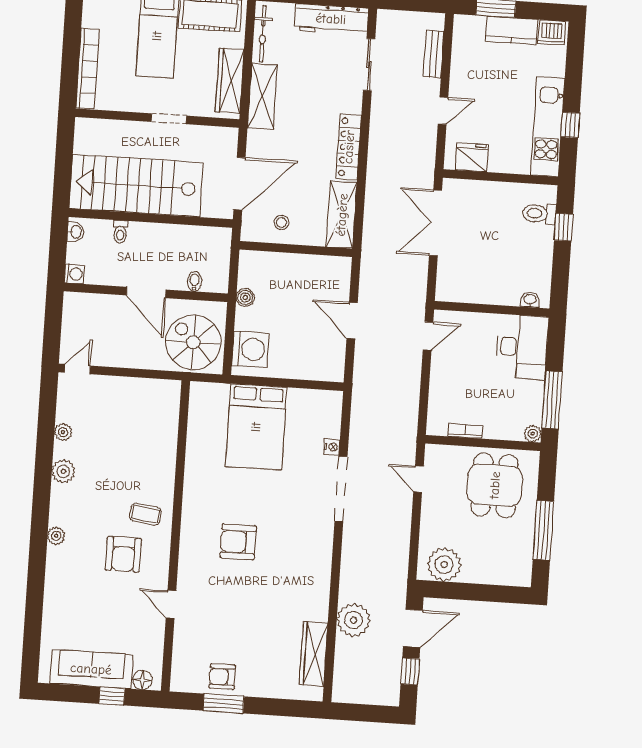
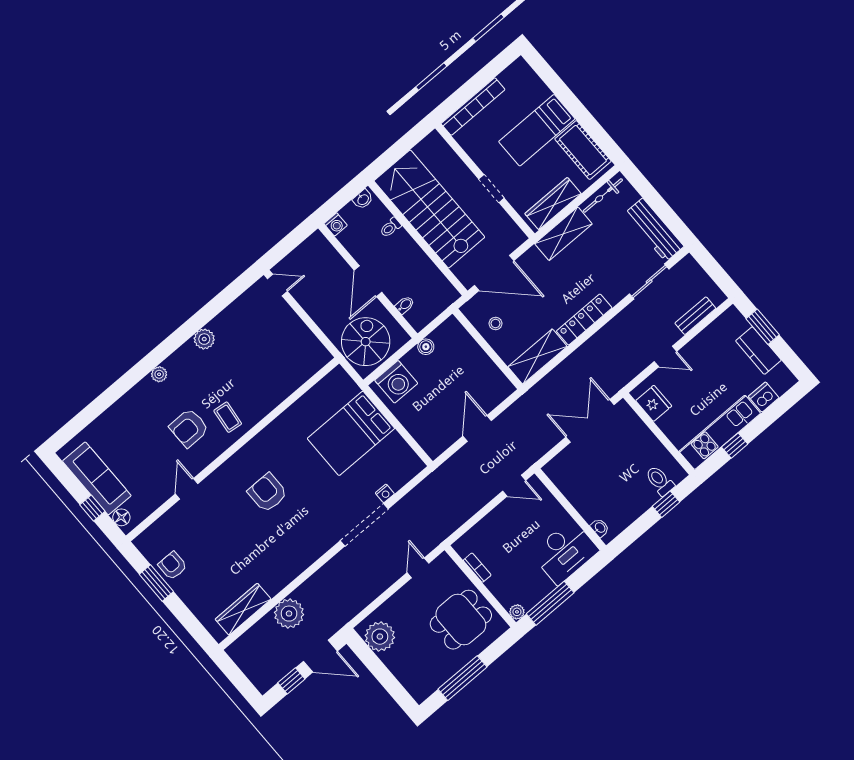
dishwasher: (552, 32) -> (764, 397), moved, turned 90
plant: (63, 432) -> (229, 315), removed

